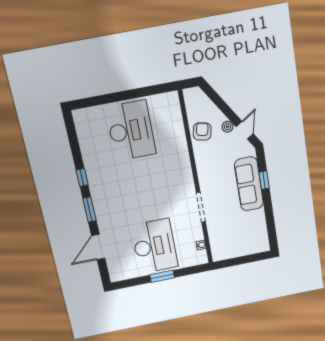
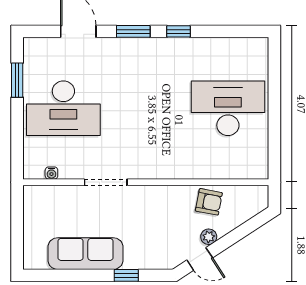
desk: (131, 131) -> (228, 108), turned 180
sofa: (249, 184) -> (85, 254), moved
window: (162, 276) -> (17, 80), moved

